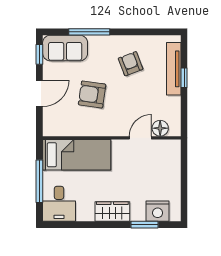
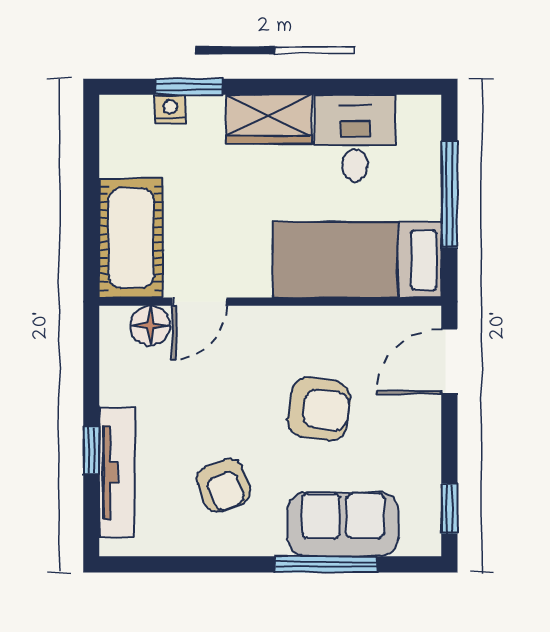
sofa: (65, 48) -> (343, 524), moved
door: (39, 93) -> (449, 361), moved
cot: (168, 164) -> (131, 238), added
desk: (59, 204) -> (355, 138), moved
nightstand: (158, 211) -> (170, 109), width x0.53, depth x0.56

